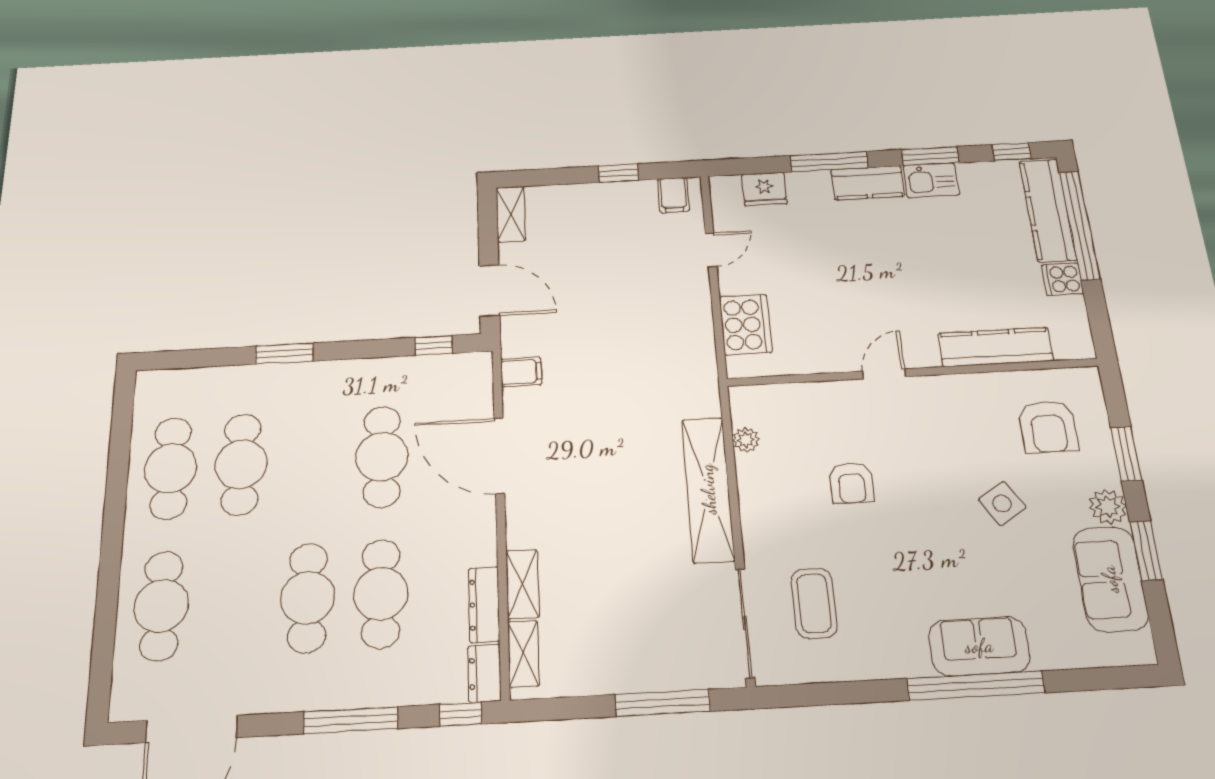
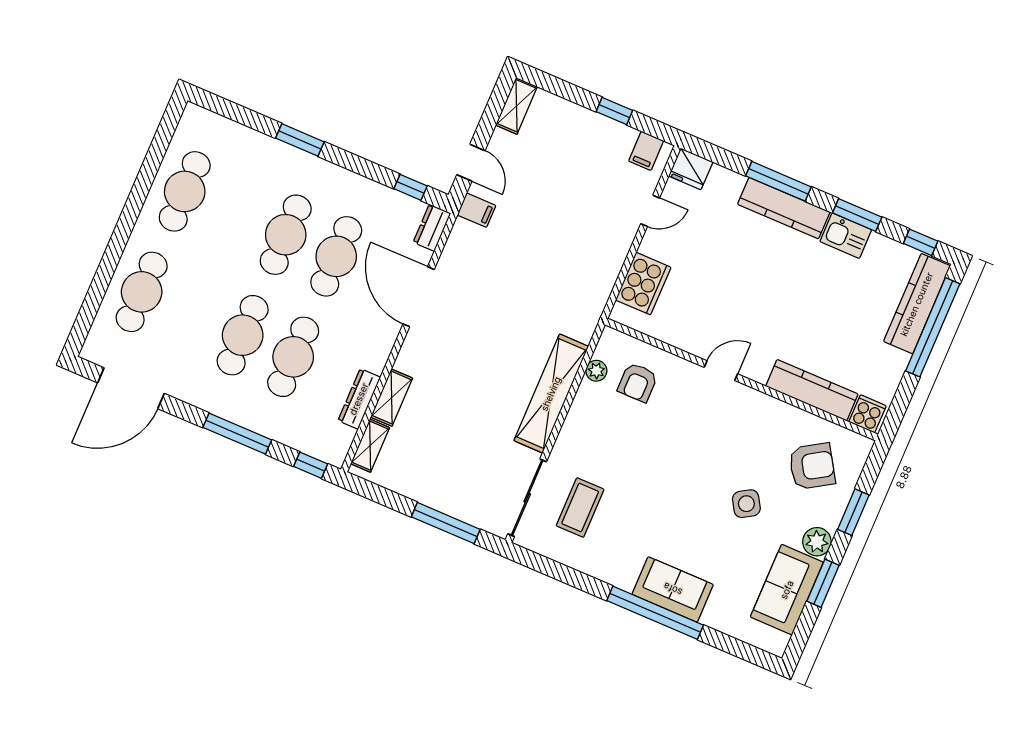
kitchen counter: (868, 183) -> (784, 208), width x1.50
fridge: (764, 189) -> (691, 169), moved
cooker: (1062, 279) -> (868, 414), moved, turned 90
door: (489, 290) -> (471, 163), width x0.73
filing cabinet: (521, 372) -> (477, 210), moved
armchair: (1048, 427) -> (812, 466), turned -122
cafe table: (241, 464) -> (286, 235), moved
armchair: (852, 483) -> (638, 382), moved
dresser: (485, 673) -> (432, 228), moved

